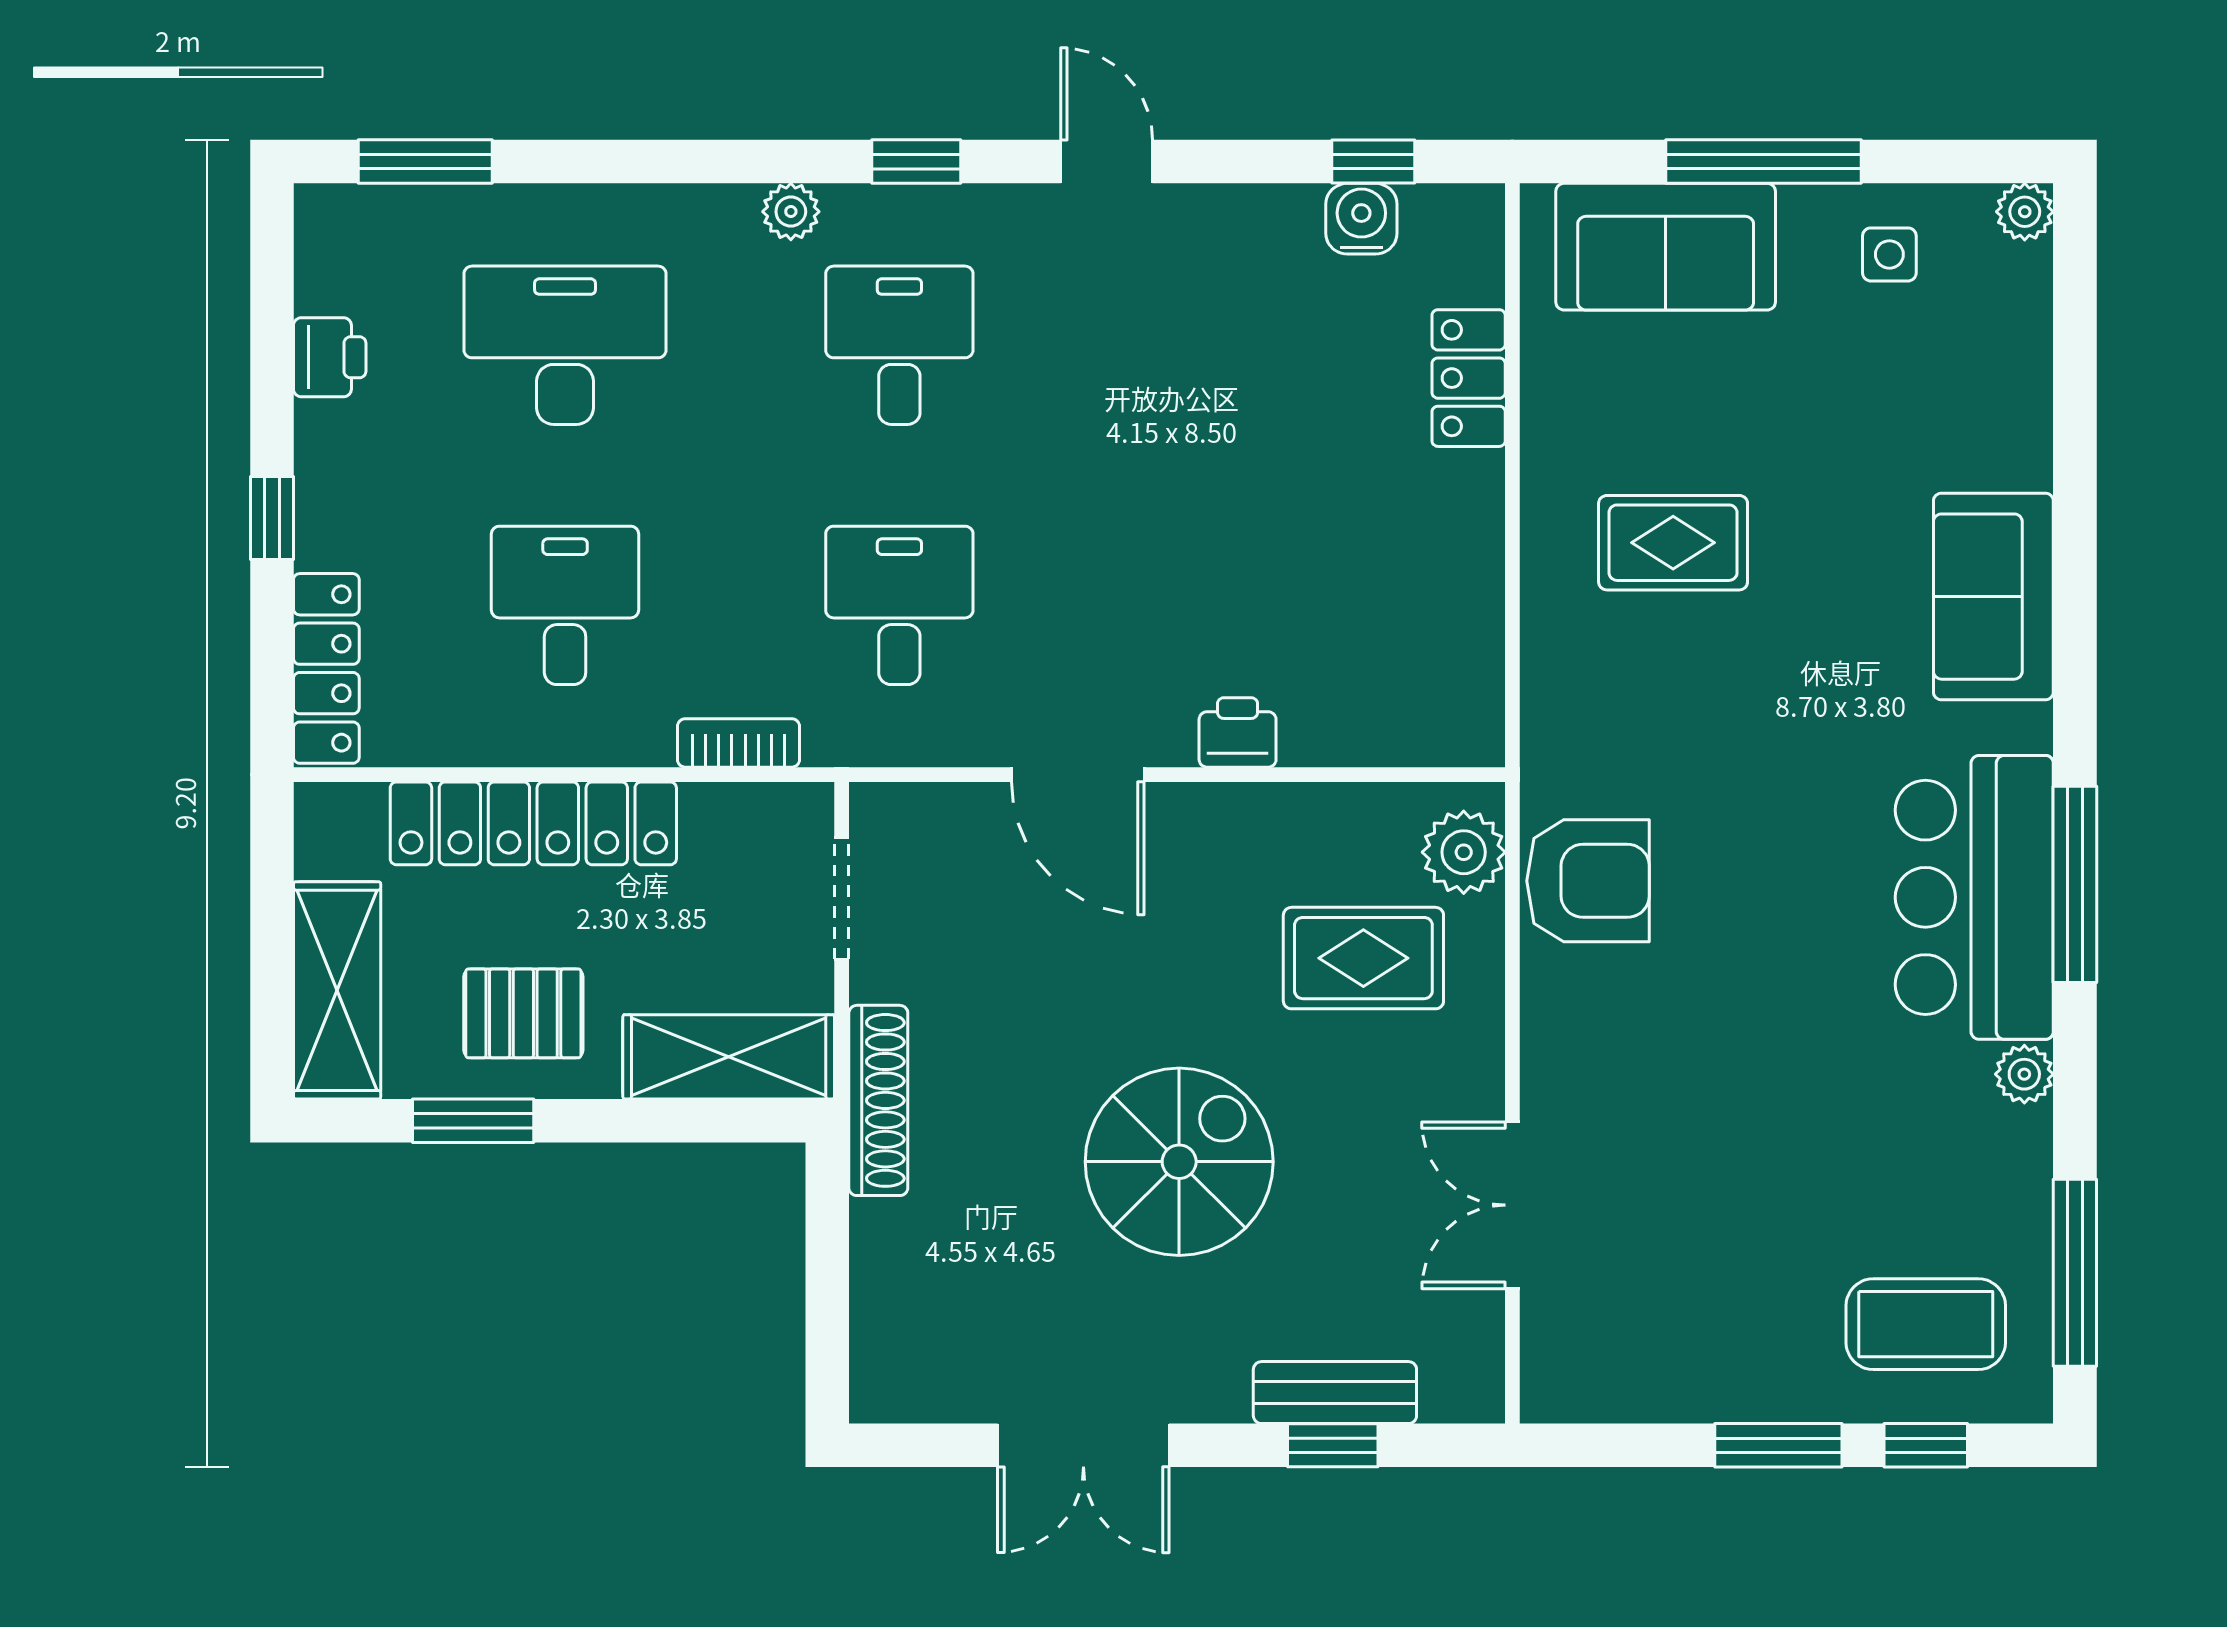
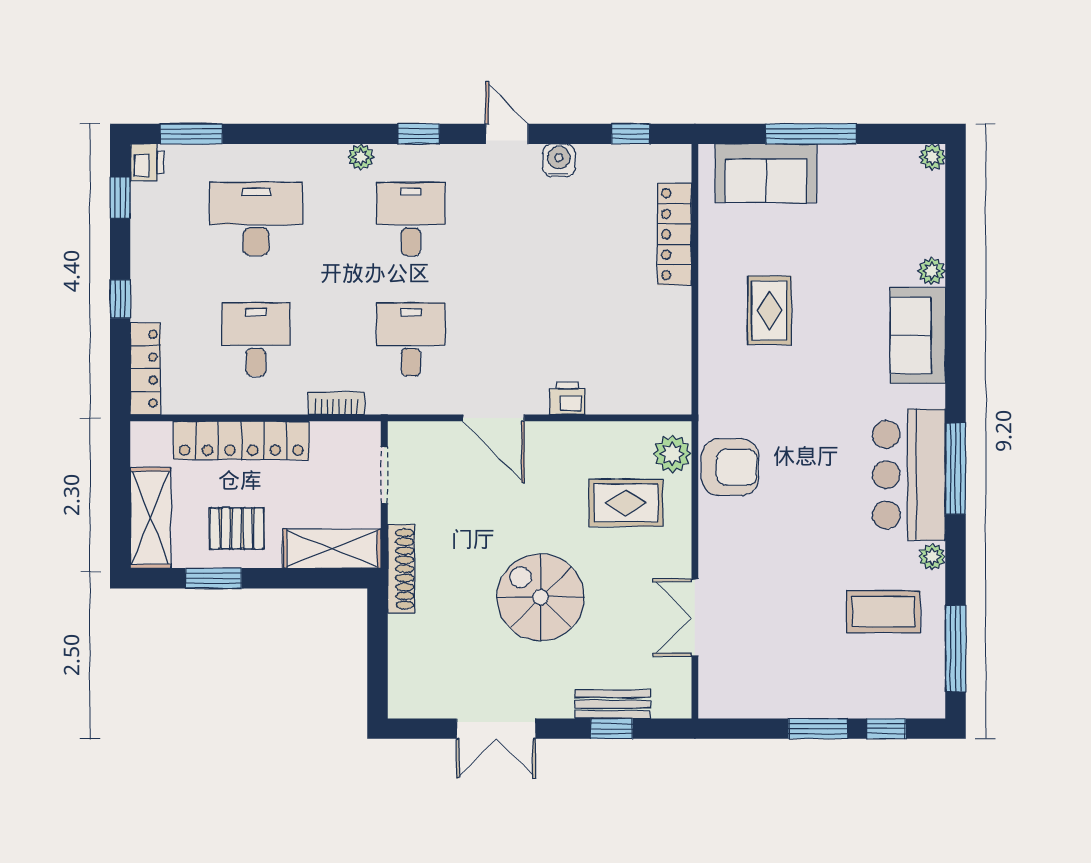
water cooler: (1361, 219) -> (559, 160), moved
side table: (1889, 254) -> (870, 177), removed
window: (272, 299) -> (120, 198), added
printer: (330, 357) -> (147, 162), moved
locker: (1469, 378) -> (675, 234), width x1.53
plant: (2023, 457) -> (932, 271), added
rug: (1673, 543) -> (769, 310), turned 90
spiral stairs: (1179, 1162) -> (541, 597), turned -90
coffee table: (1926, 1324) -> (883, 612), moved

